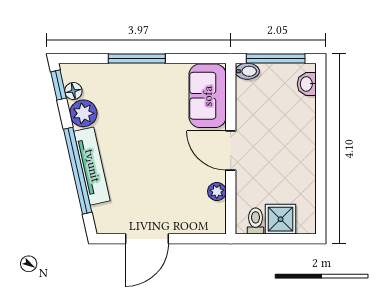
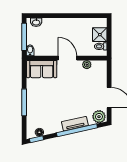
plant: (83, 113) -> (99, 117), moved
door: (231, 151) -> (67, 58), swing flipped
tv unit: (92, 166) -> (75, 124), width x0.71

